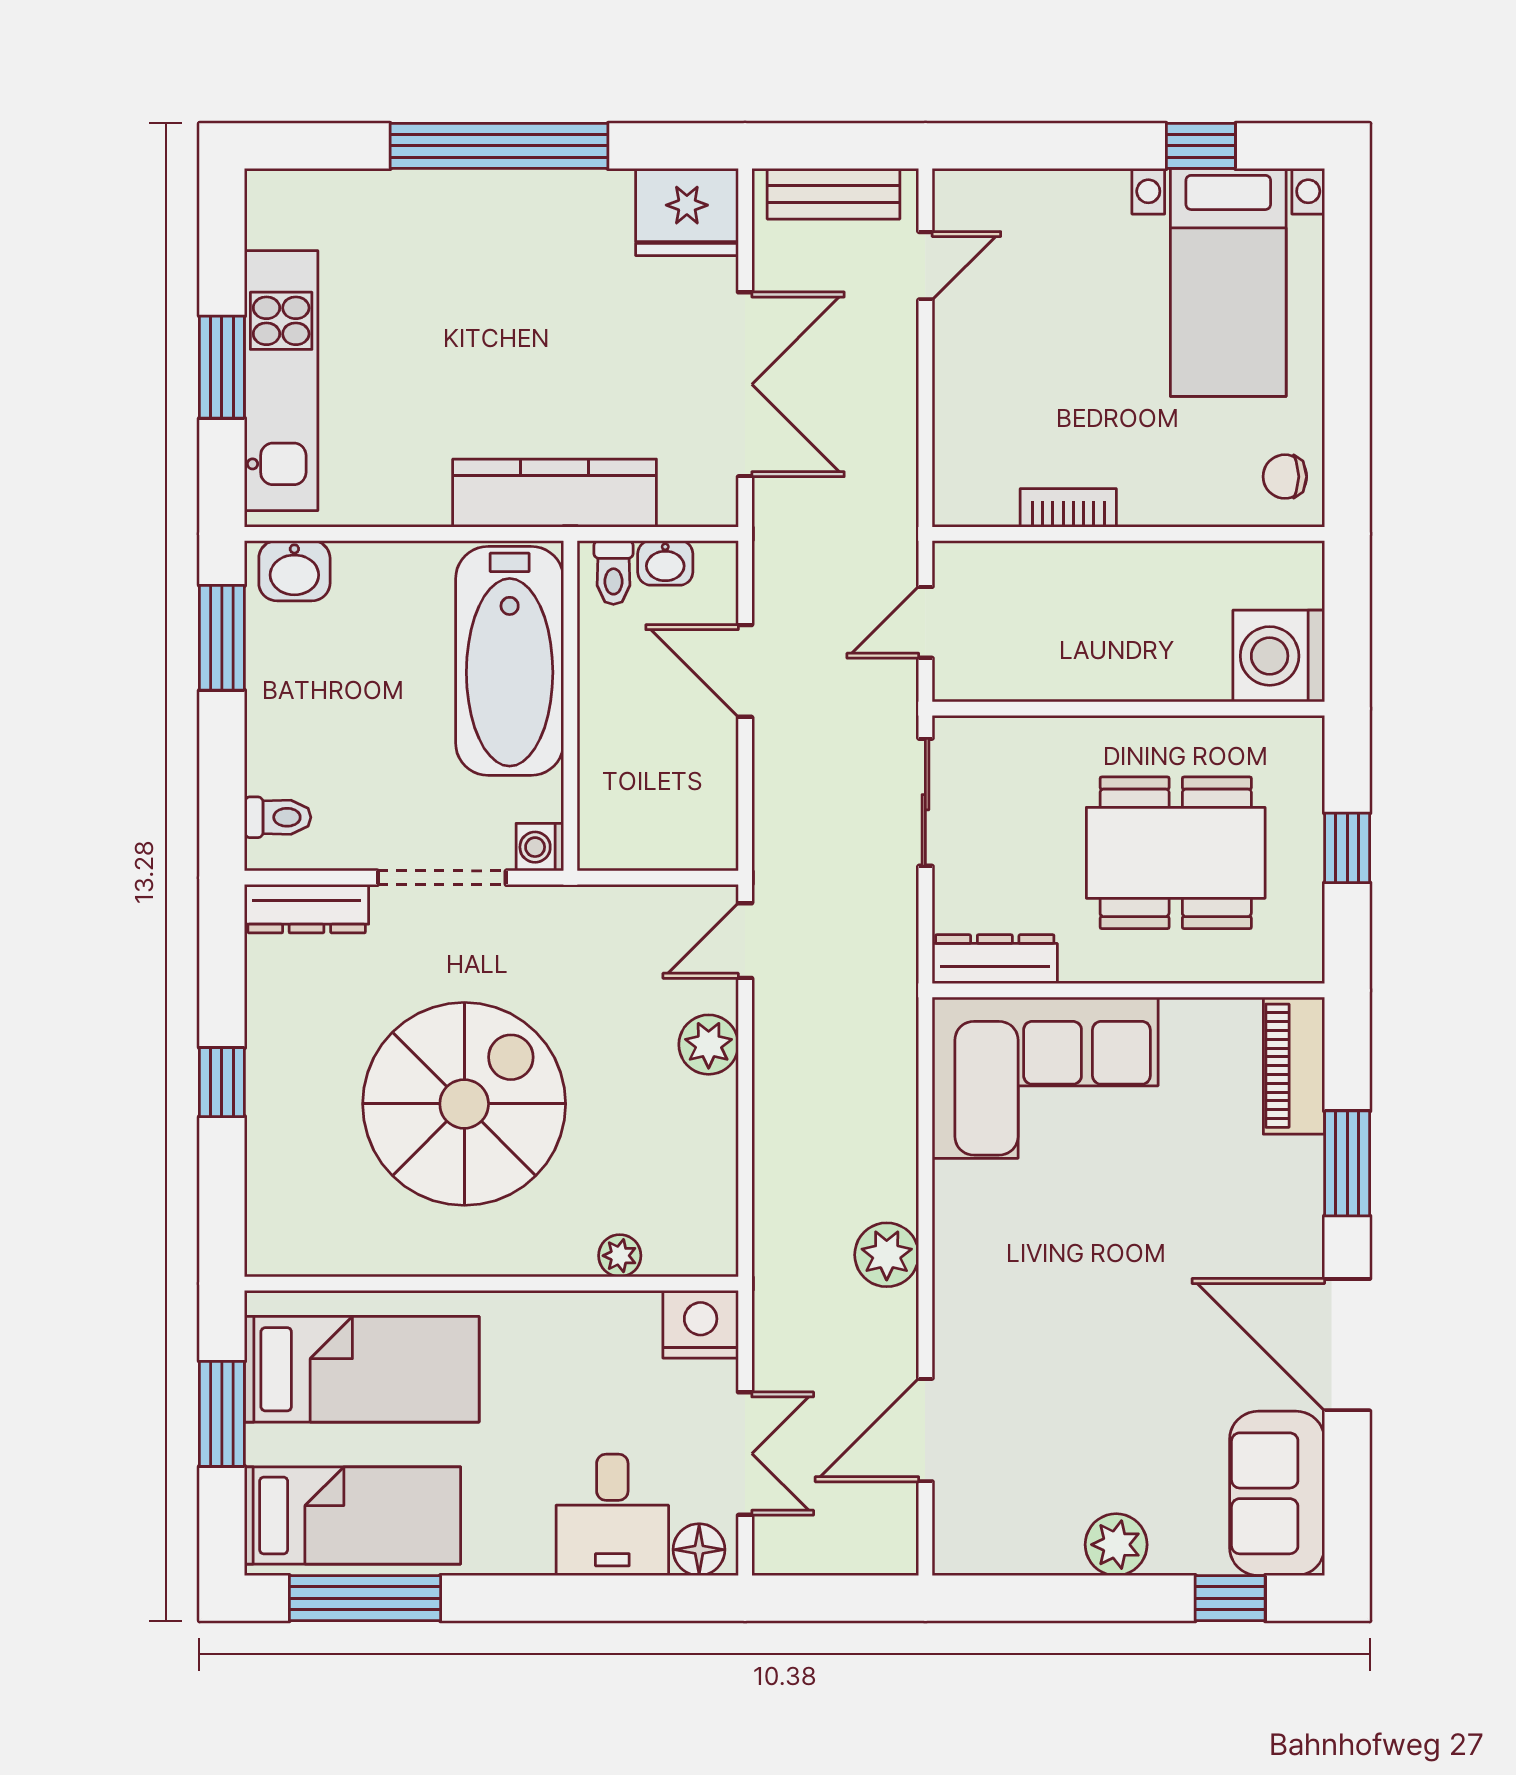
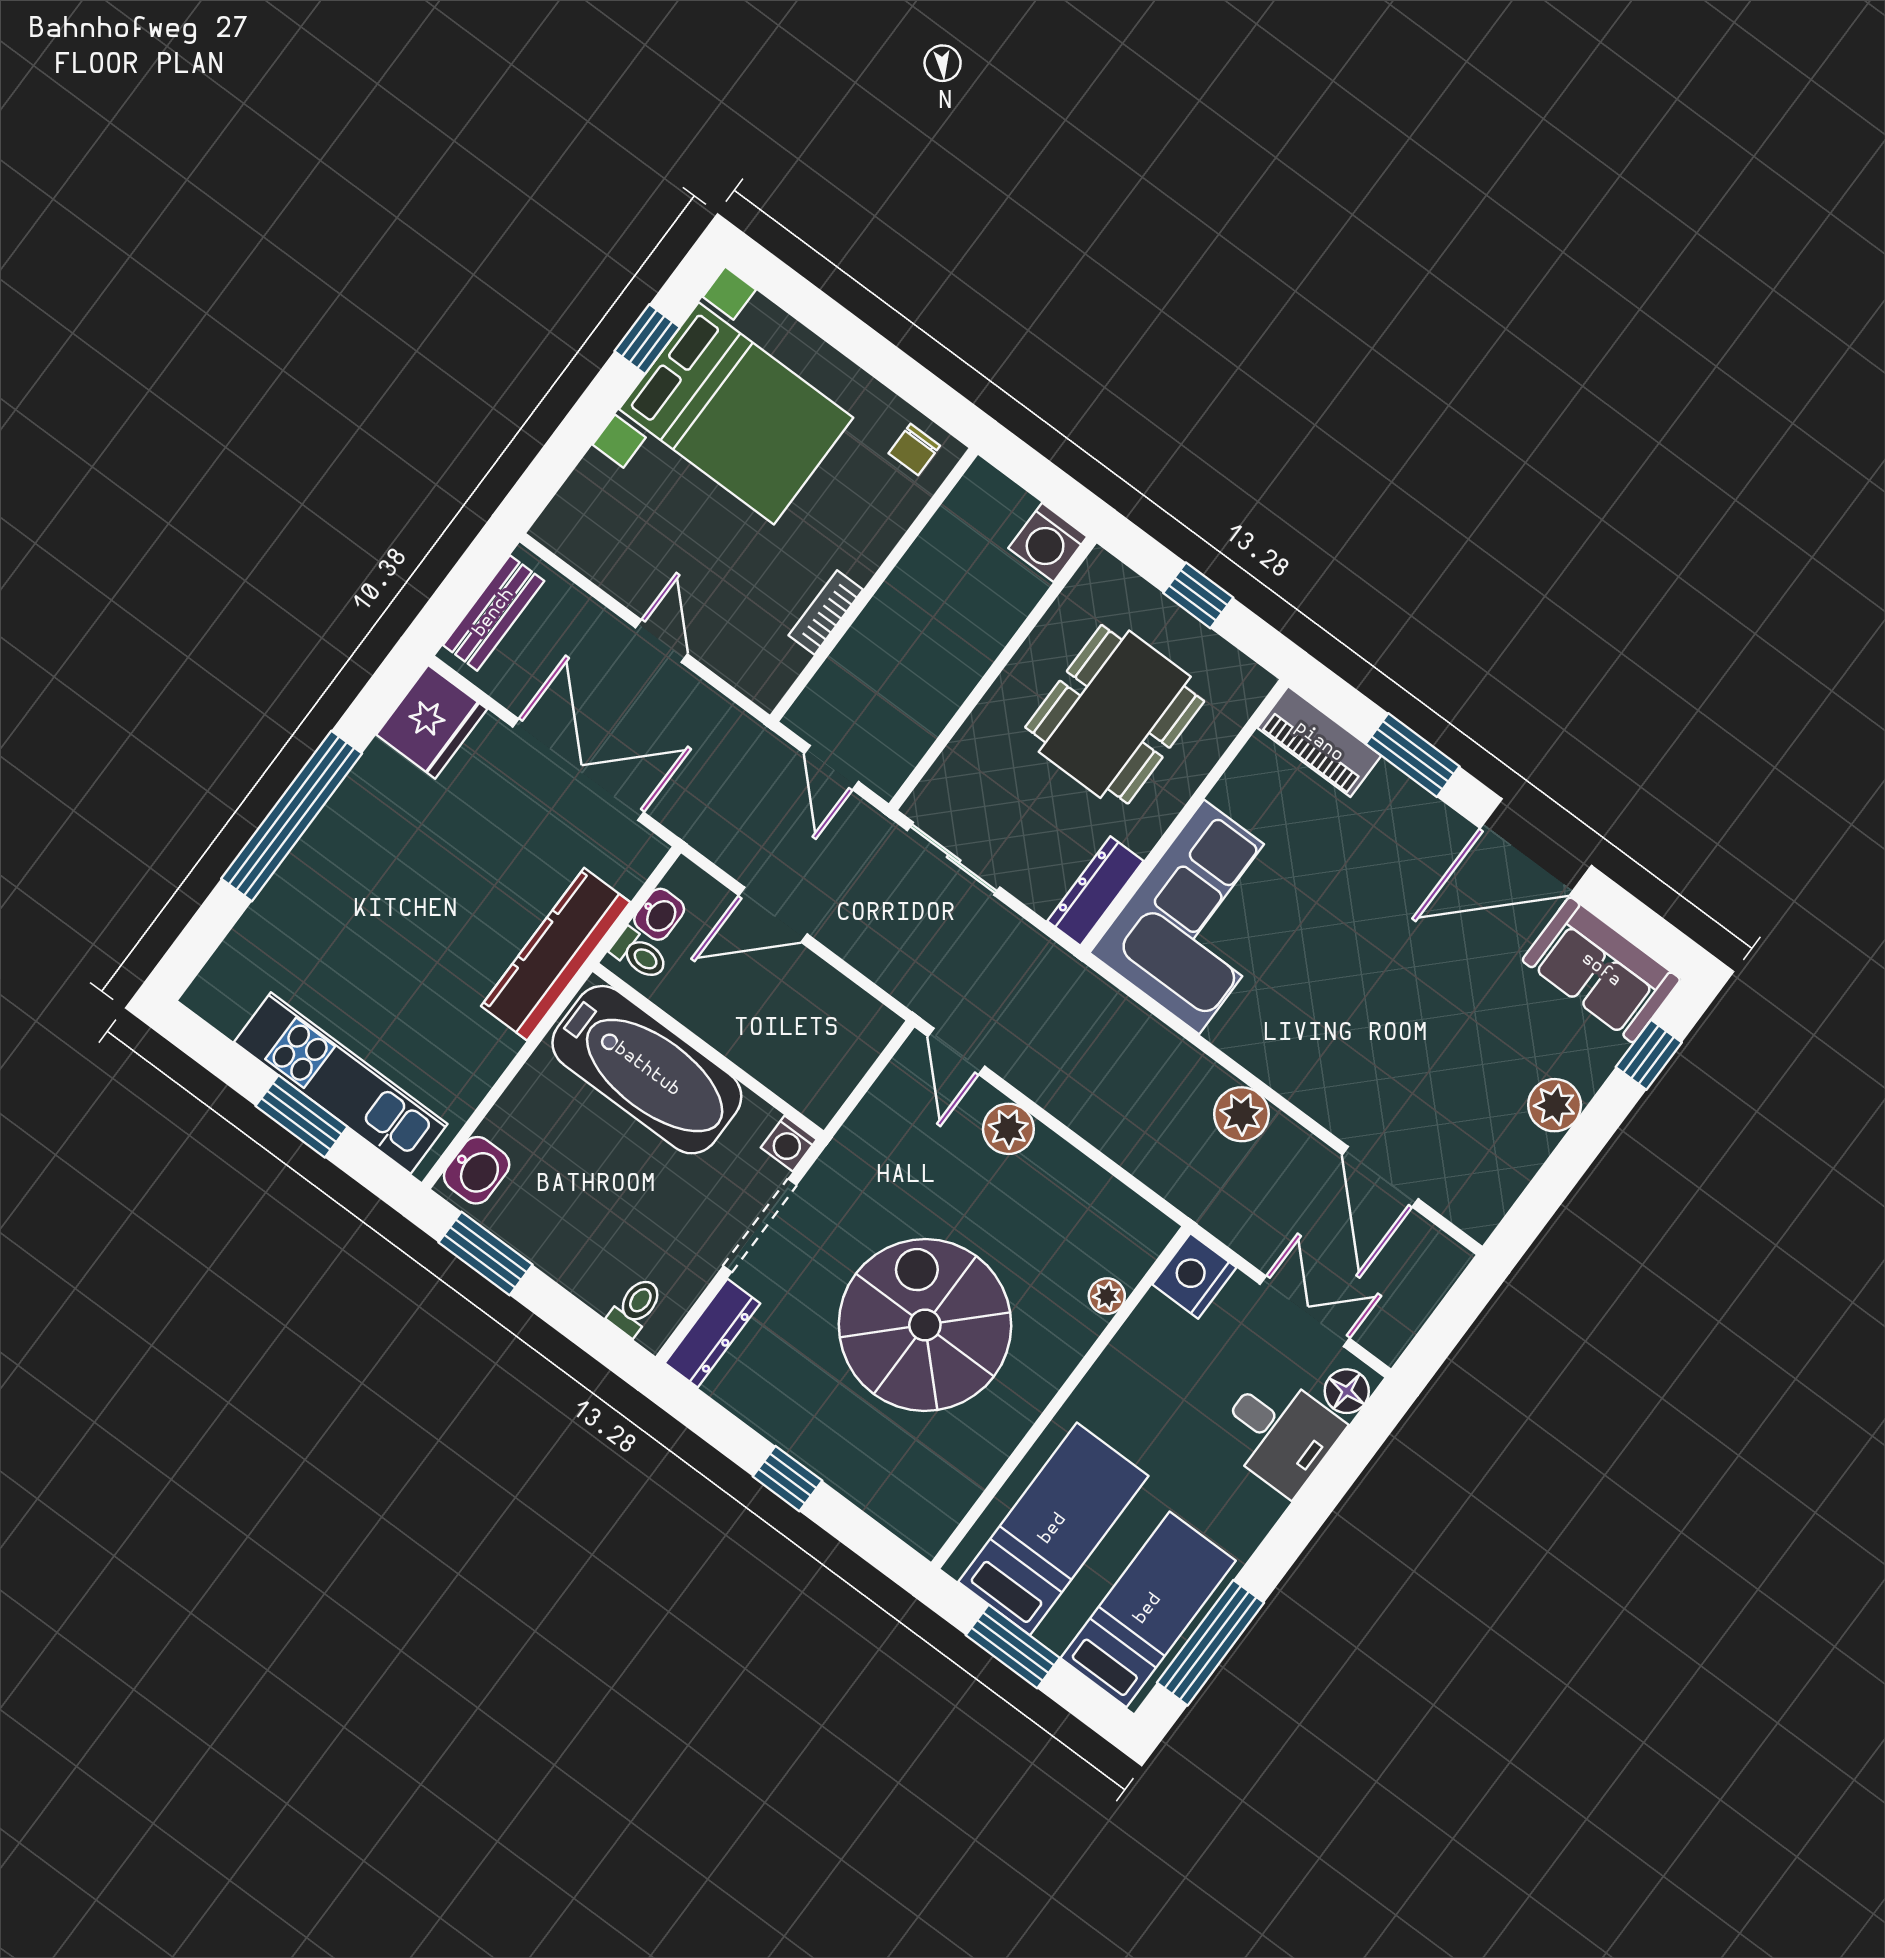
door: (925, 266) -> (661, 641), moved
bed with nightstands: (1228, 282) -> (736, 413), width x1.36
washing machine: (1279, 656) -> (1048, 542), width x0.73, depth x0.73

